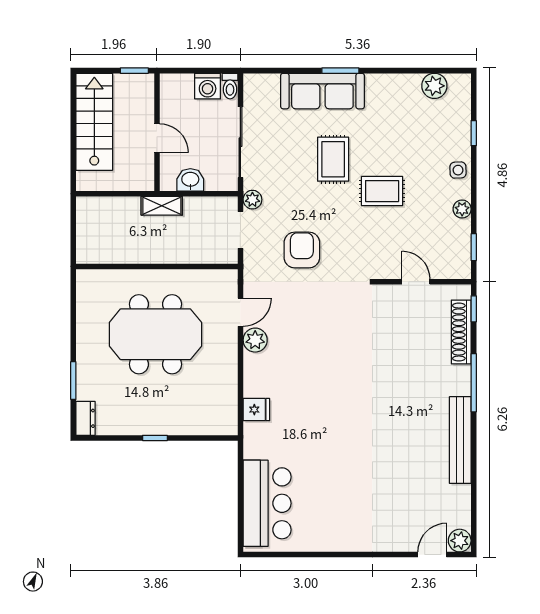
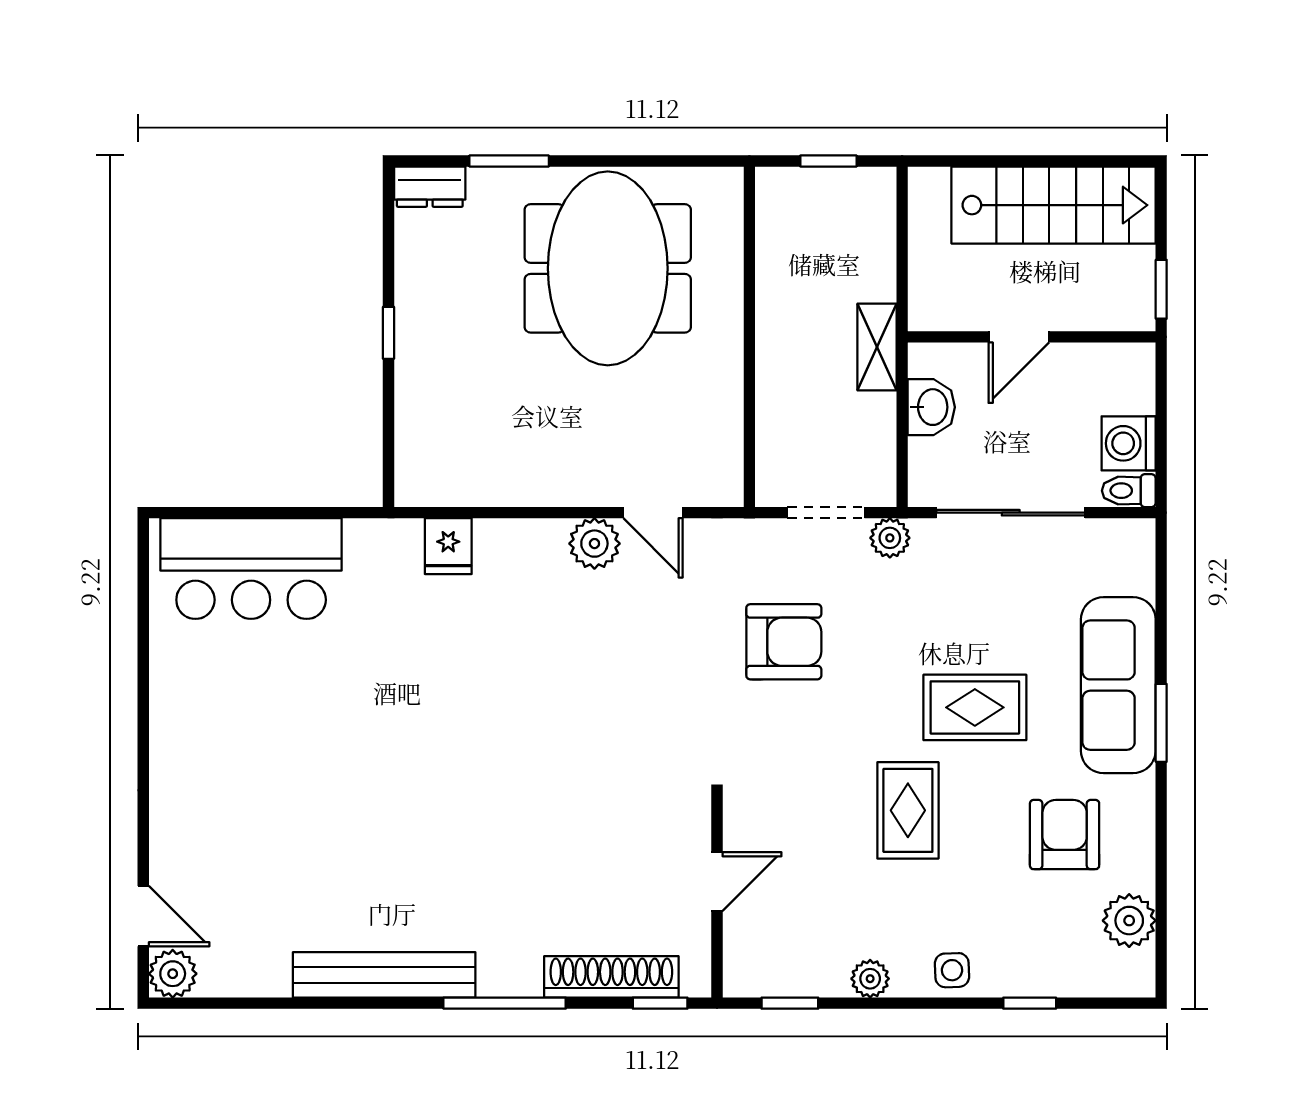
armchair: (394, 117) -> (1065, 835), added
window: (73, 229) -> (828, 161), added
meeting table: (155, 334) -> (608, 268), moved

